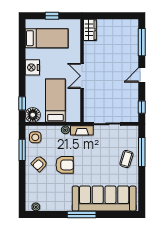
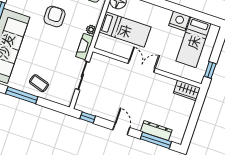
window: (52, 16) -> (210, 70), moved
dresser: (133, 45) -> (156, 131), added
nightstand: (32, 67) -> (179, 21), moved
window: (142, 152) -> (22, 95), moved
armchair: (65, 165) -> (54, 16), turned 180

